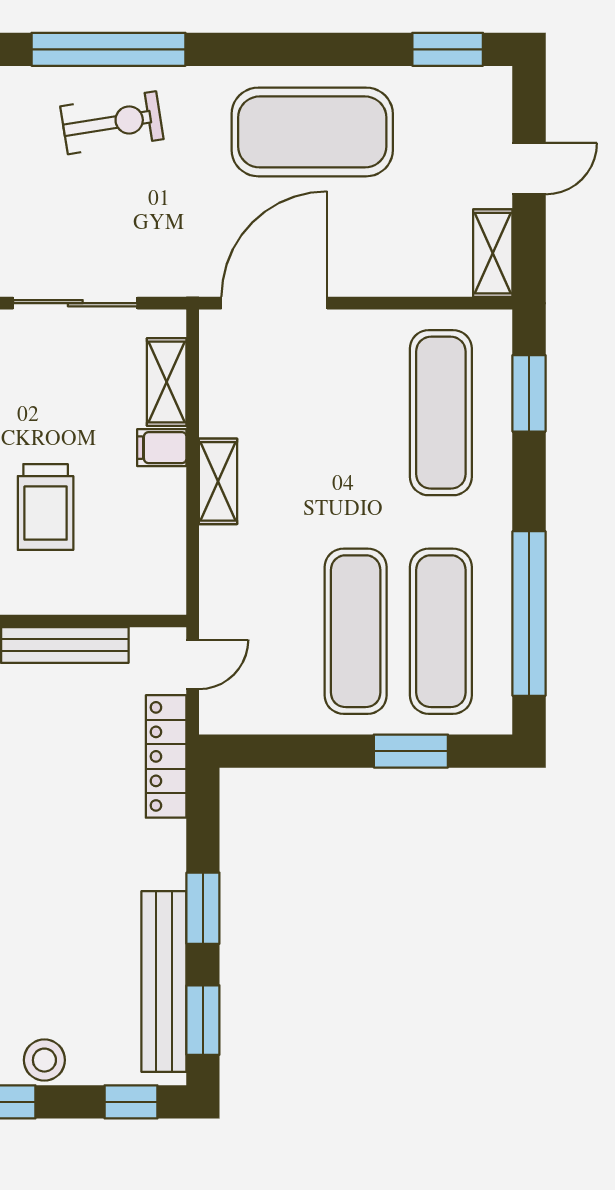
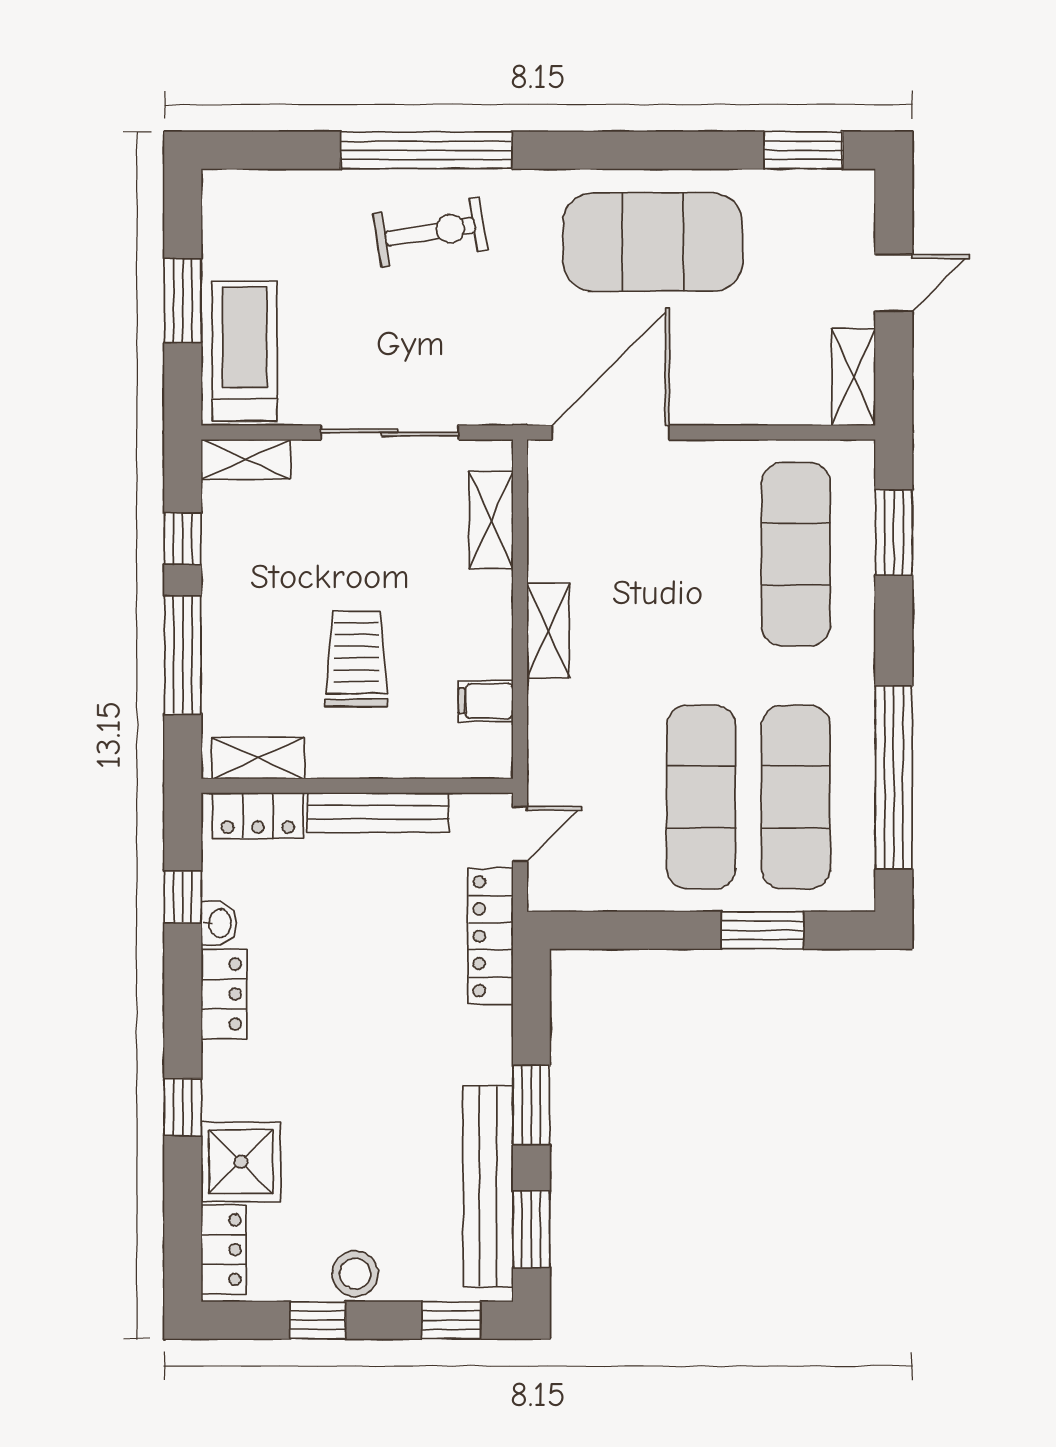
filing cabinet: (162, 448) -> (486, 701), moved
trolley: (46, 507) -> (356, 659), turned 180

